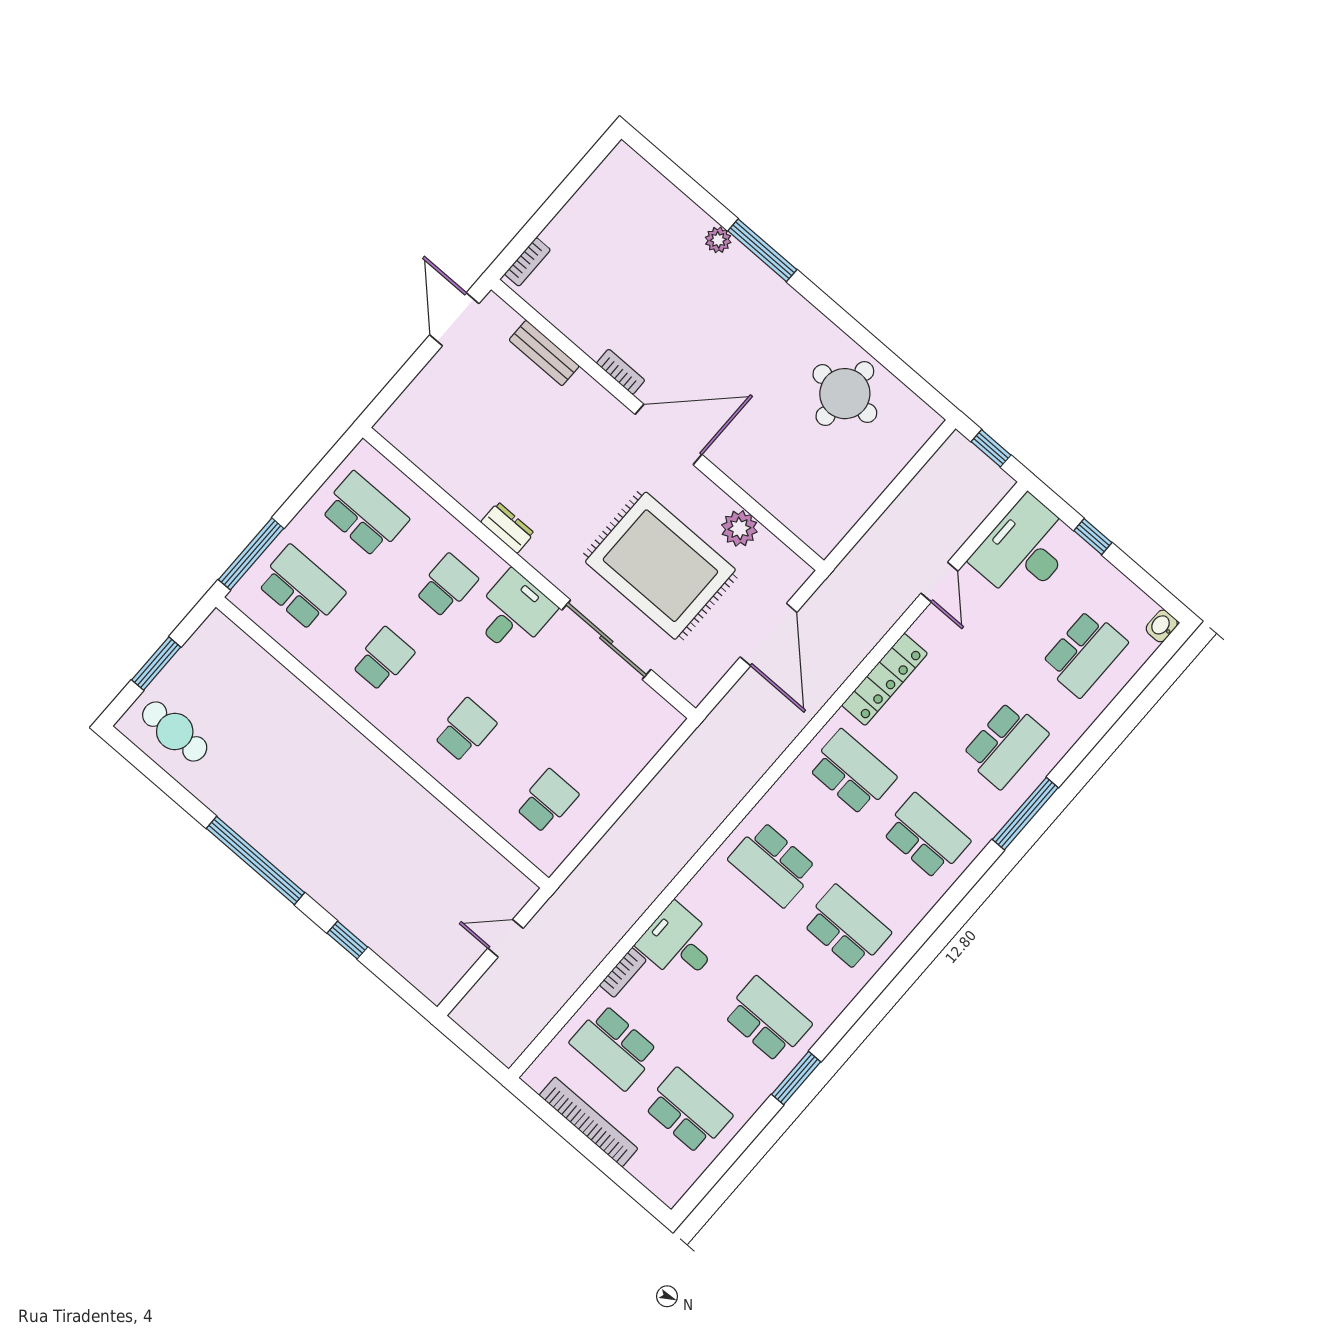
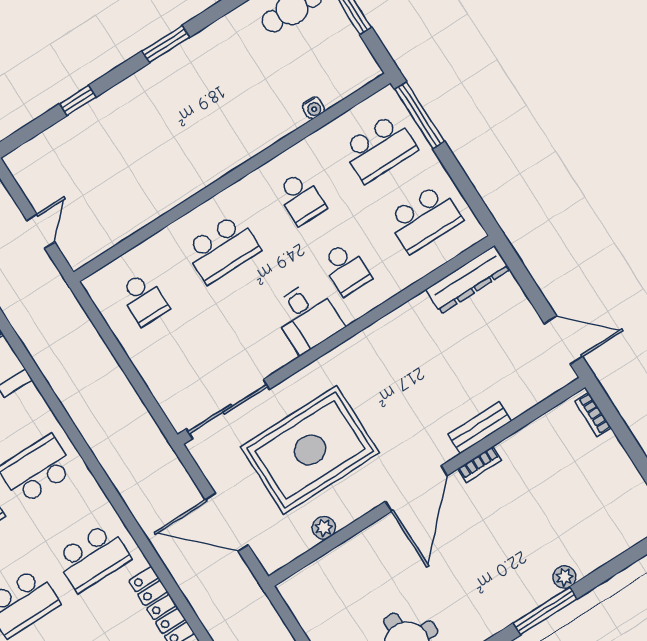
bench: (544, 353) -> (480, 428), moved
dresser: (507, 528) -> (468, 280), moved, width x1.96, depth x1.24
plant: (739, 528) -> (324, 528), width x0.73, depth x0.73
sliding door: (606, 640) -> (228, 409), moved
water cooler: (278, 675) -> (313, 108), added
school desk: (465, 730) -> (222, 249), width x1.85
window: (256, 860) -> (166, 44), width x0.47

